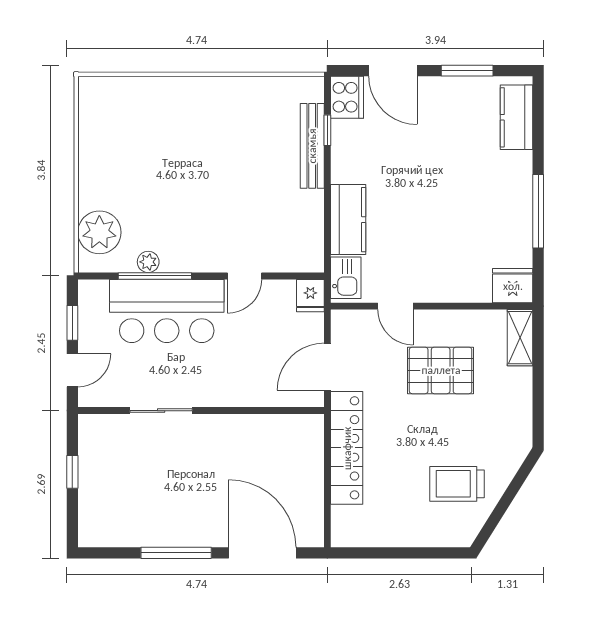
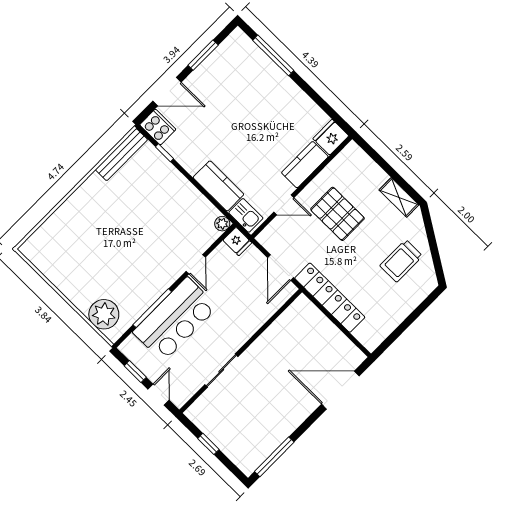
kitchen counter: (517, 117) -> (305, 165), moved, turned 90
bench: (312, 146) -> (121, 155), moved, turned 90
window: (538, 211) -> (273, 55), moved
plant: (148, 262) -> (222, 224), moved
shelving: (520, 338) -> (399, 197), moved
pallet: (441, 370) -> (337, 214), turned 90
window: (176, 553) -> (274, 457), moved

